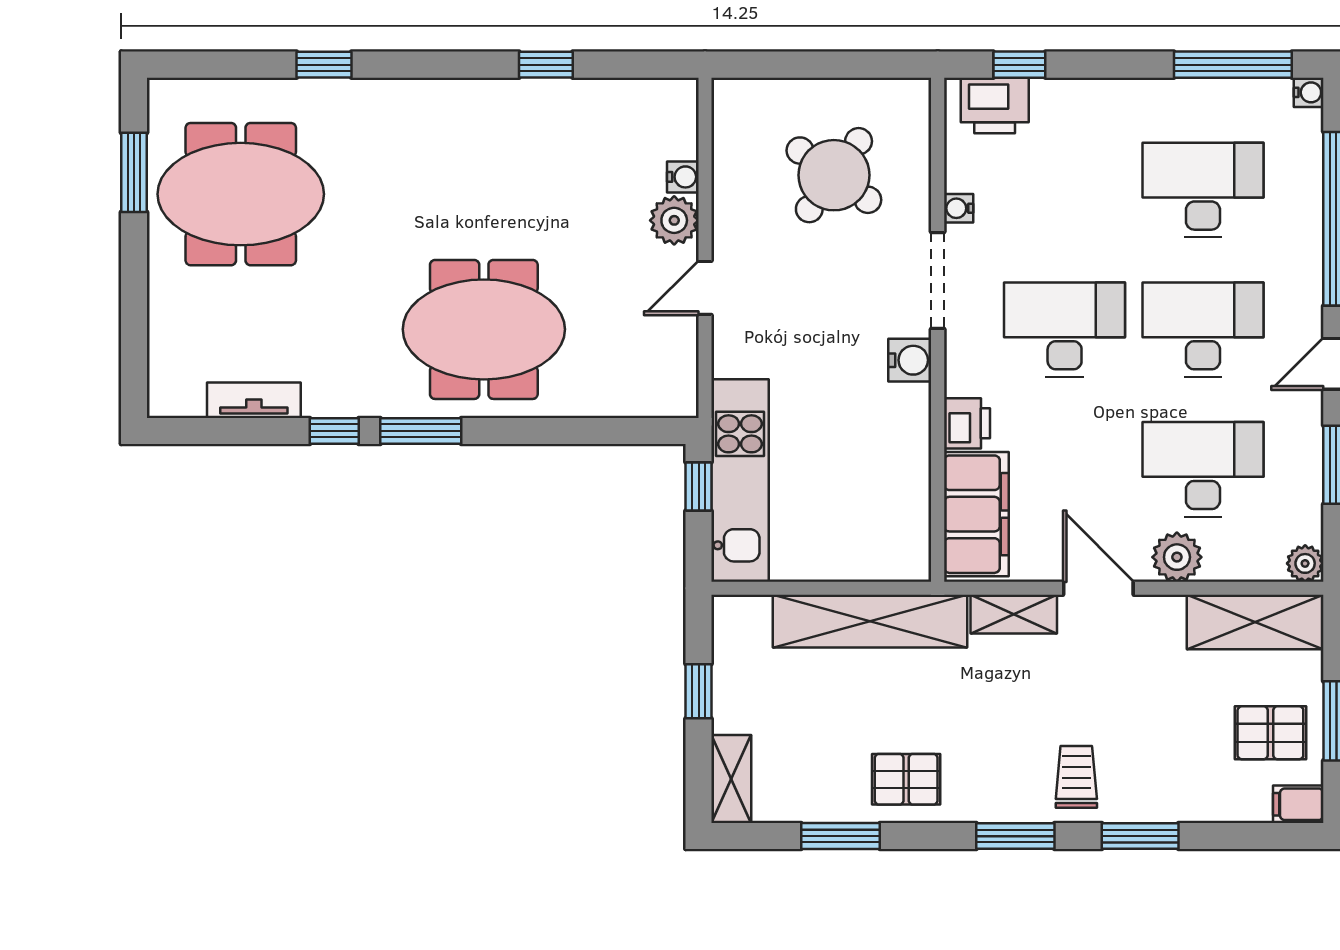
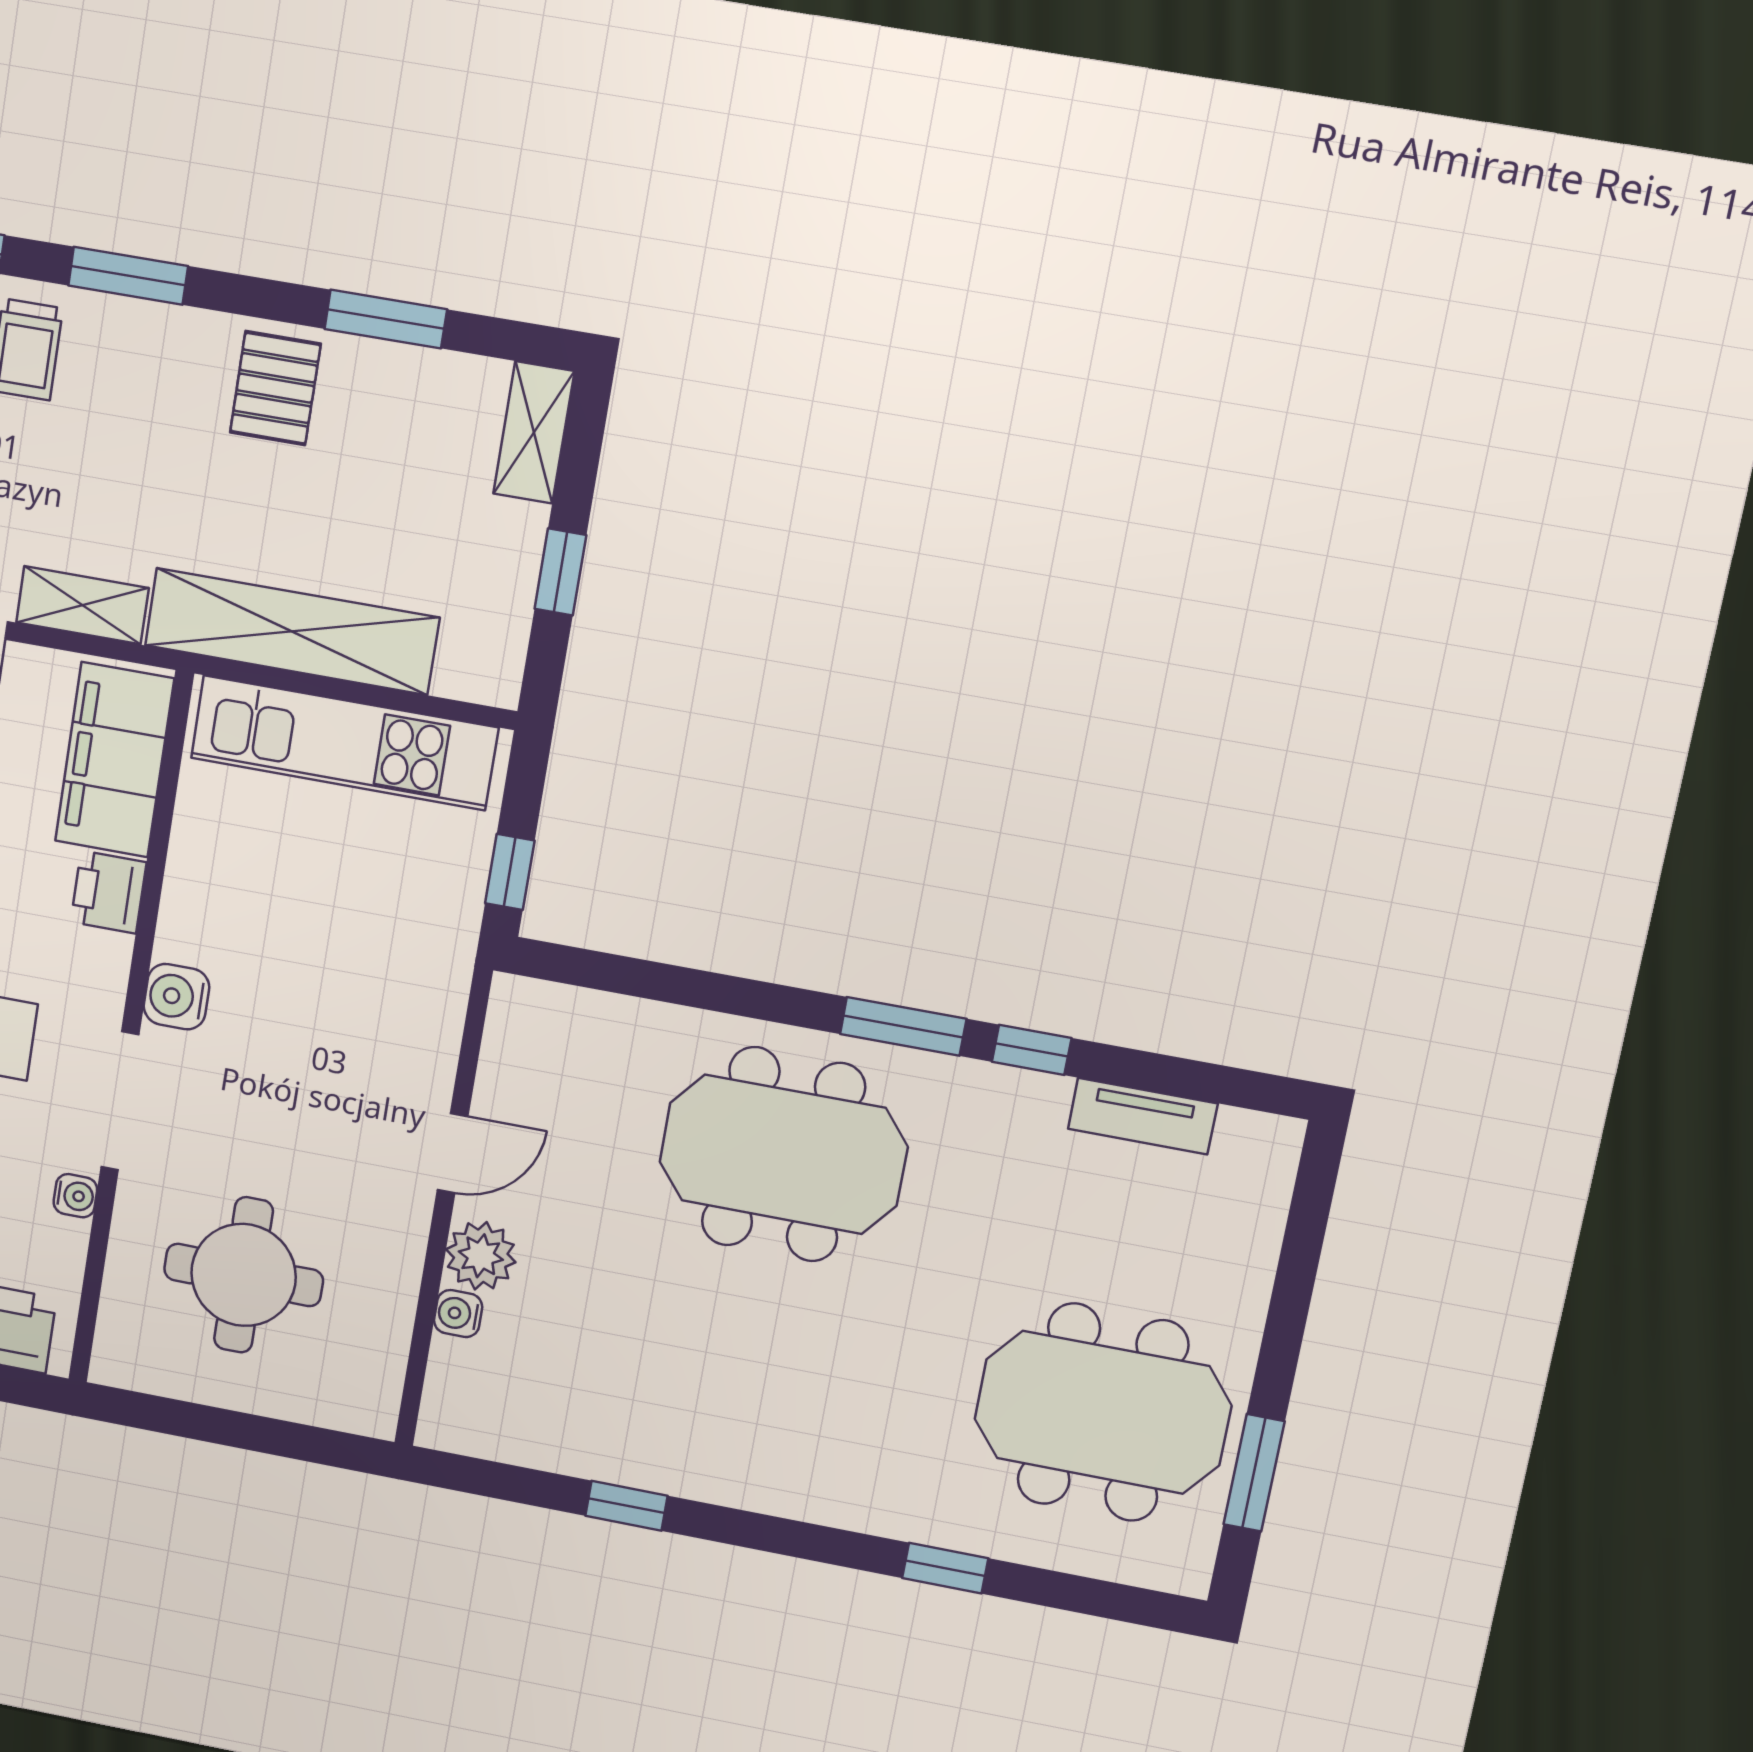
round table: (834, 175) -> (244, 1275), turned -36
kitchen unit: (740, 480) -> (344, 743), moved, turned -90
pallet: (906, 779) -> (275, 388), turned 90

